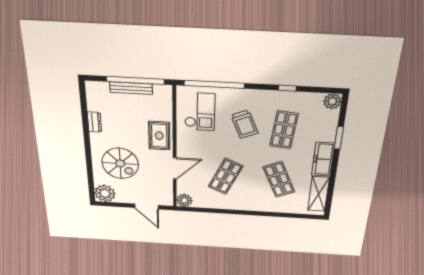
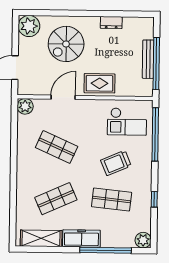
window: (339, 138) -> (106, 250), width x2.11
door: (175, 168) -> (63, 97), swing flipped

